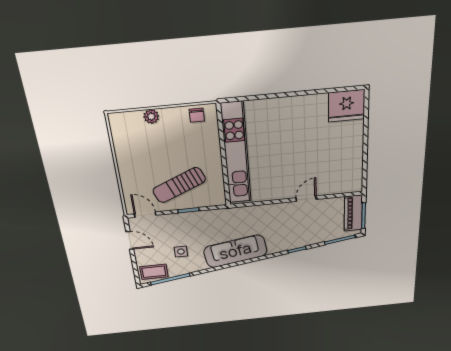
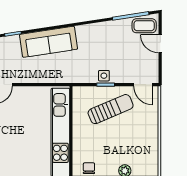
door: (130, 240) -> (160, 44), moved
sofa: (235, 251) -> (48, 42), moved
side table: (181, 252) -> (104, 76), moved

